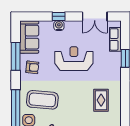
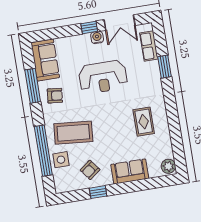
window: (59, 16) -> (89, 28), moved
water cooler: (59, 26) -> (97, 37), moved
reception desk: (74, 59) -> (103, 77), turned 180

